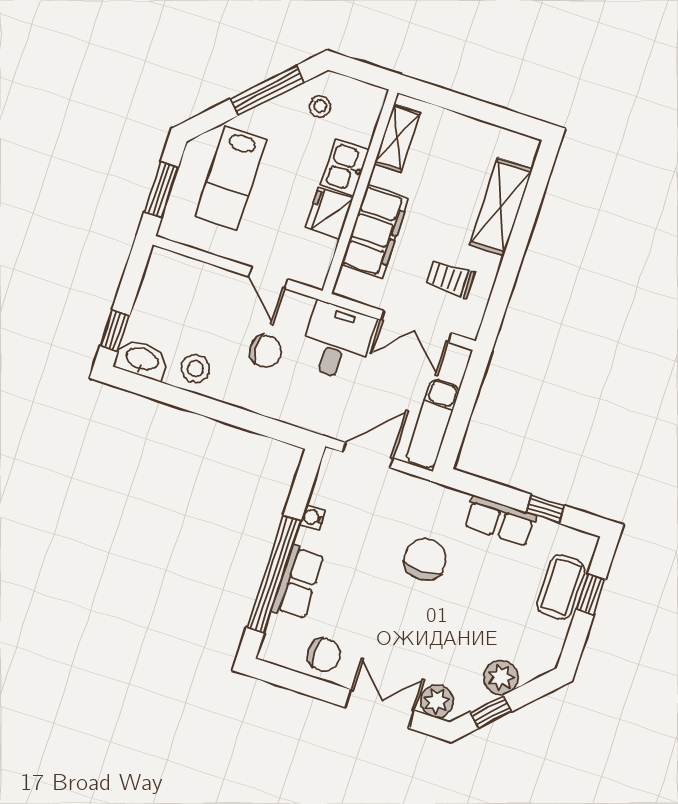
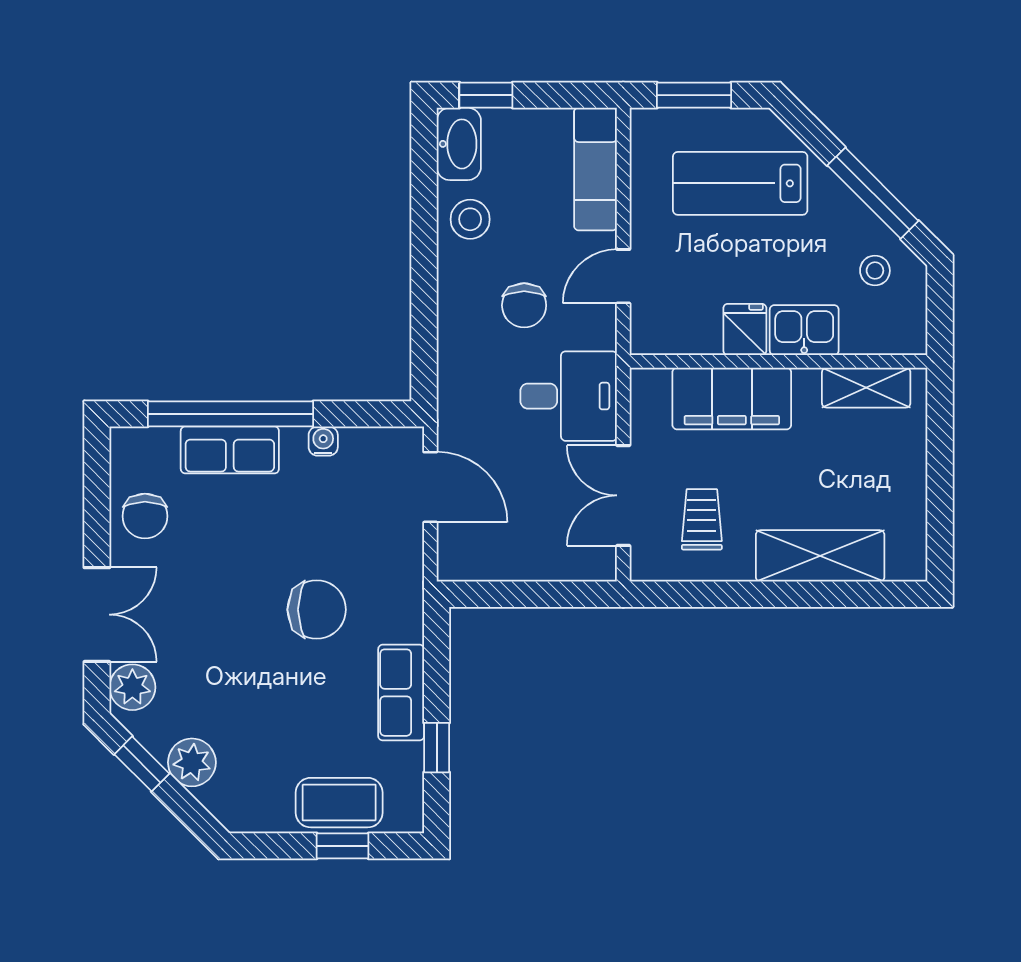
fridge: (329, 213) -> (745, 329), width x0.72
exam couch: (433, 424) -> (595, 169), moved, turned -90

